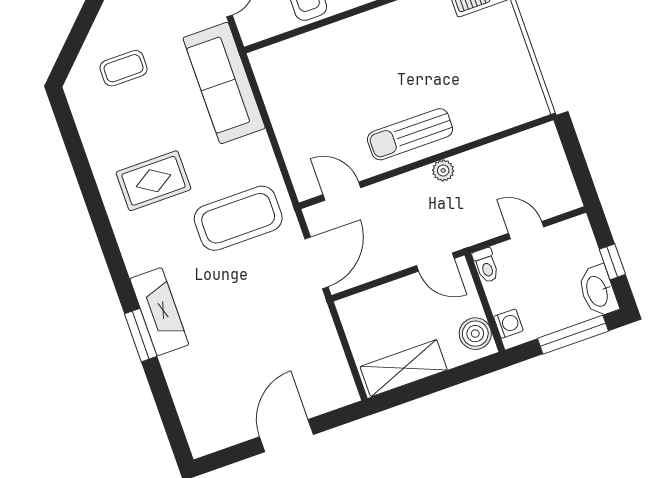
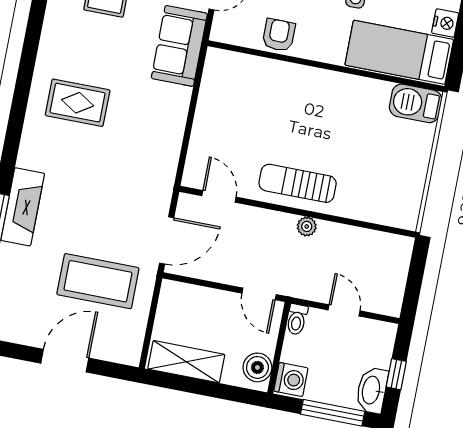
sofa: (224, 83) -> (179, 46), width x0.73
coffee table: (238, 218) -> (98, 281), moved
washing machine: (508, 324) -> (291, 380), width x1.38, depth x1.38

